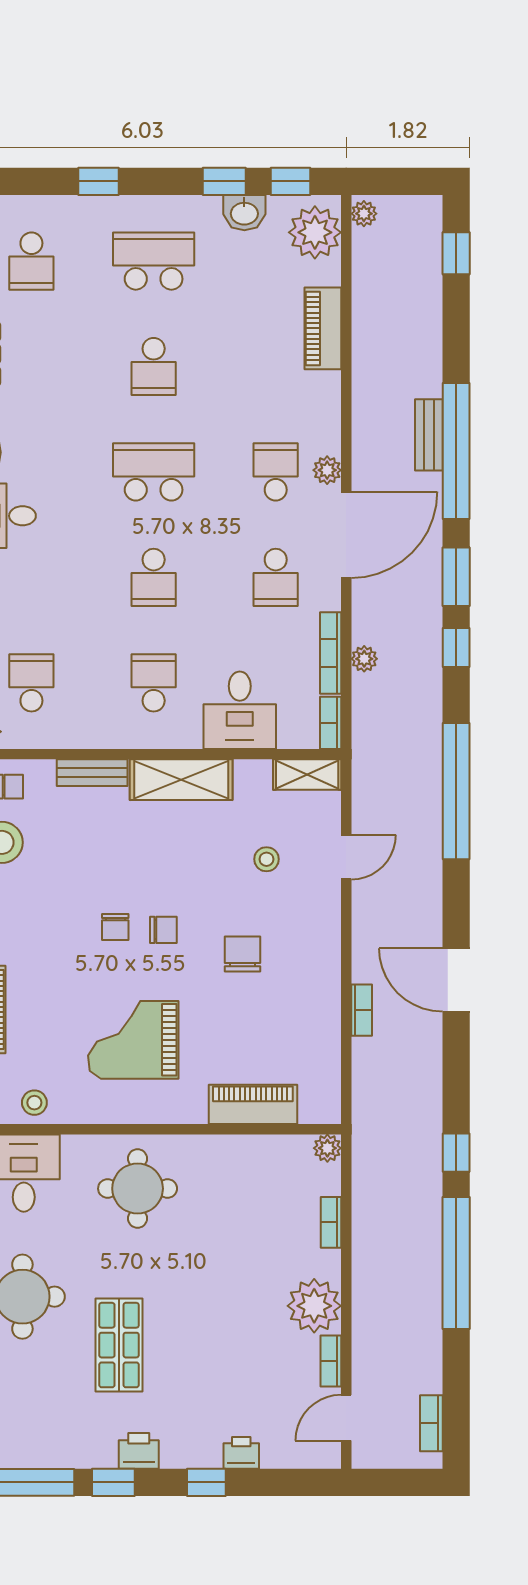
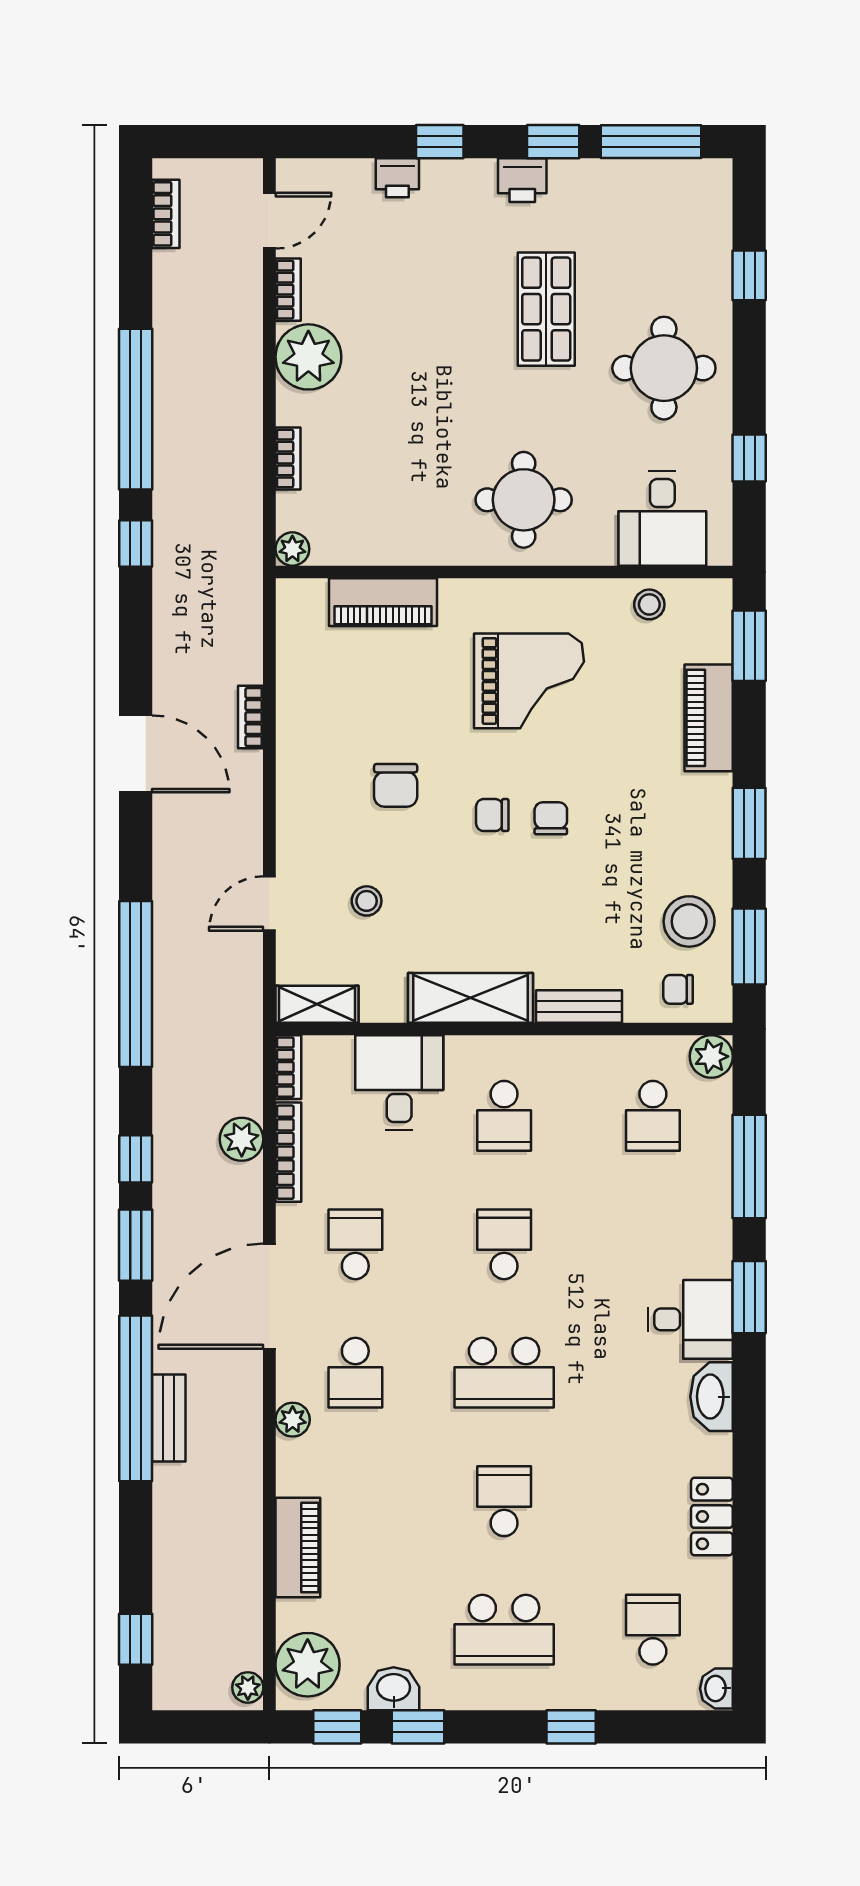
plant: (327, 470) -> (293, 1420), moved
plant: (364, 659) -> (242, 1139), width x1.38, depth x1.38

